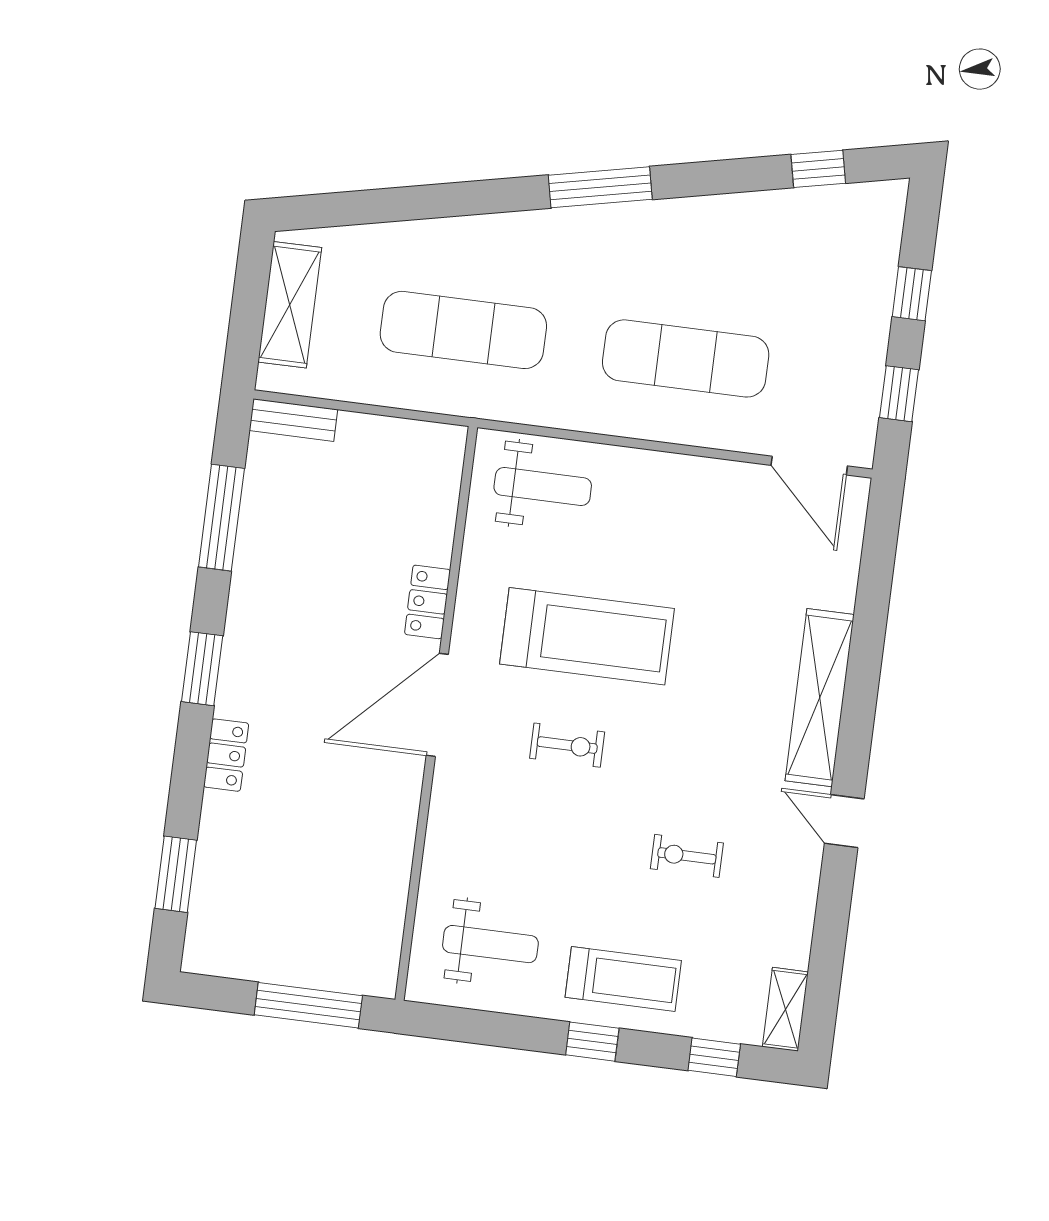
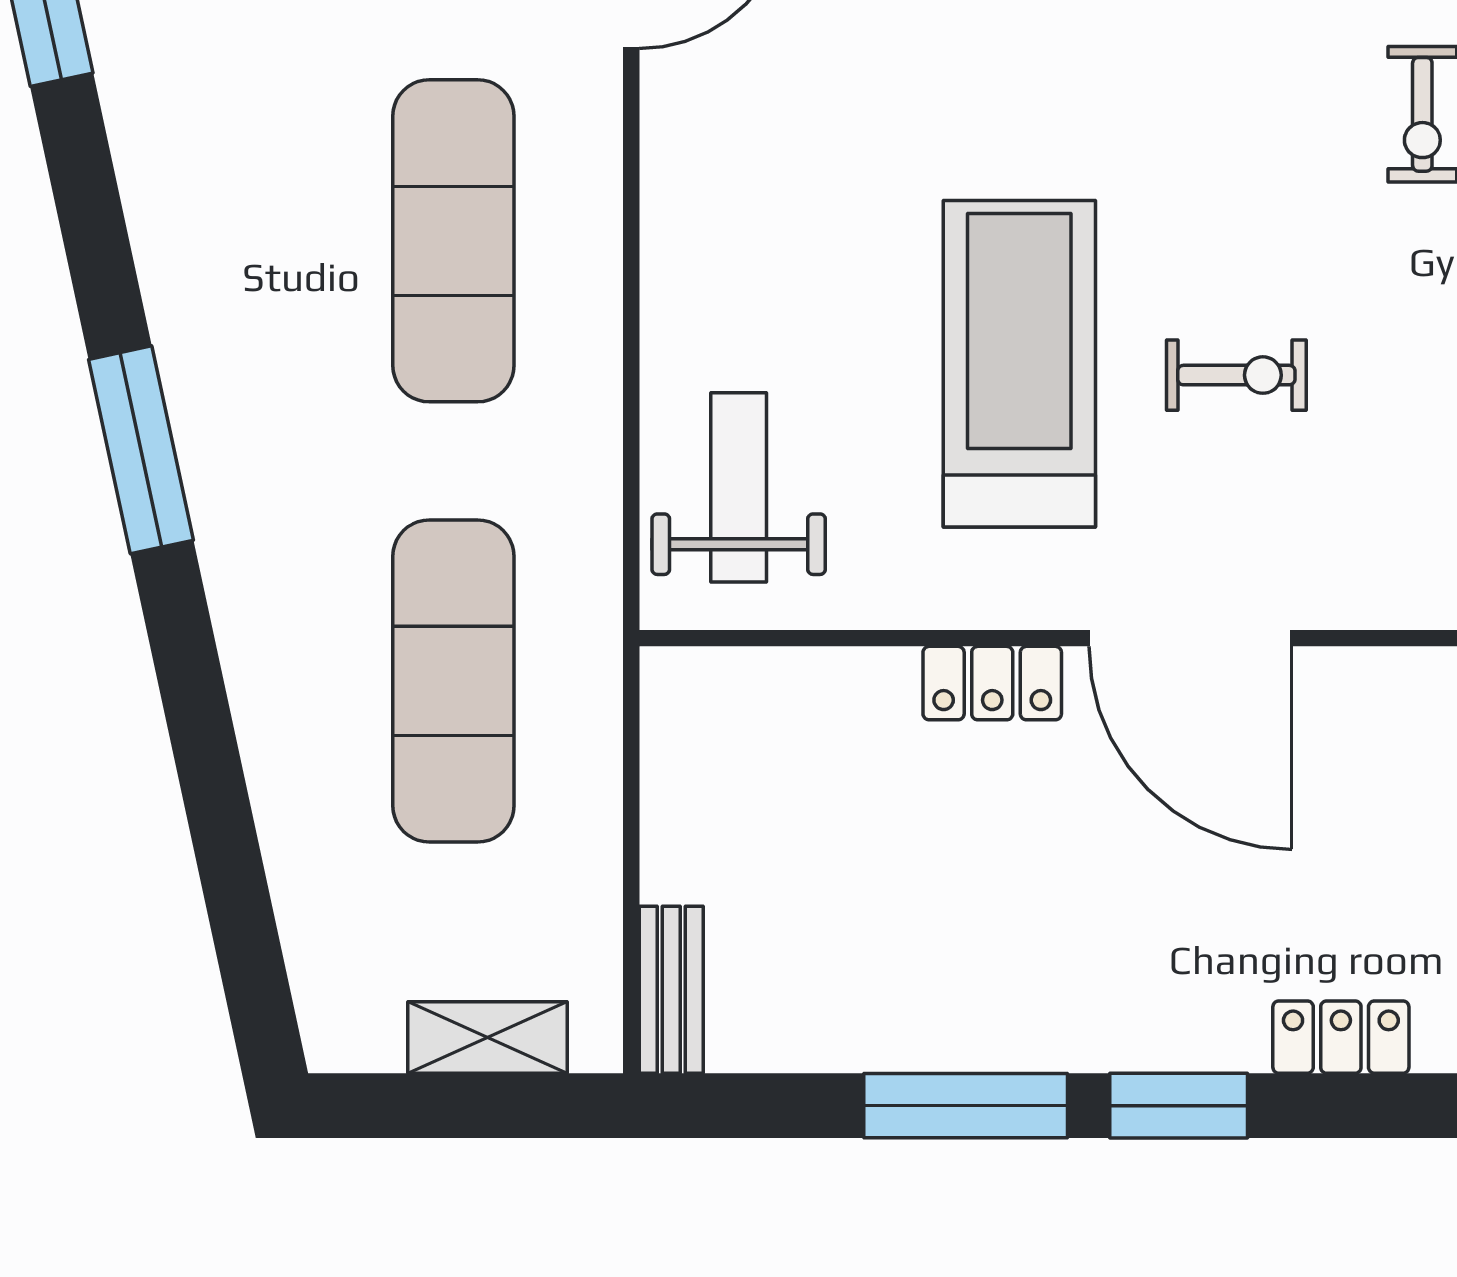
shelving: (290, 305) -> (487, 1037), width x0.67, depth x0.75
window: (221, 518) -> (966, 1106), moved
exercise bike: (567, 745) -> (1236, 375), turned 90

